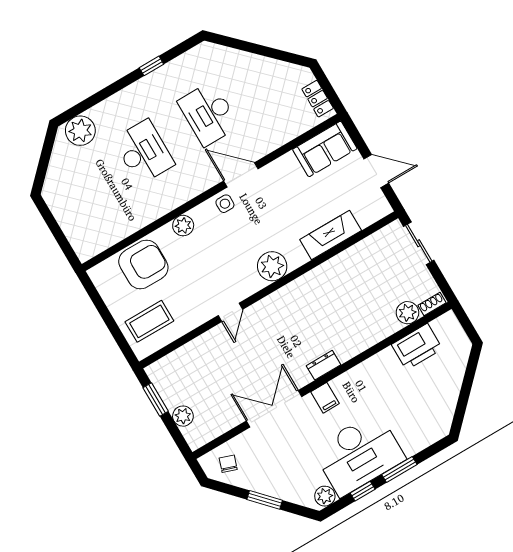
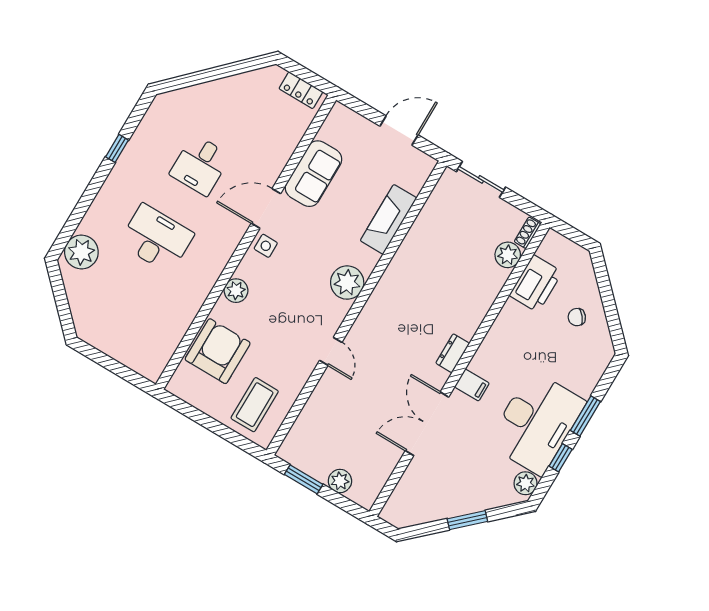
desk: (209, 114) -> (200, 165), width x0.73
sofa: (325, 149) -> (314, 174), moved
chair: (228, 464) -> (577, 317), moved, turned -58

